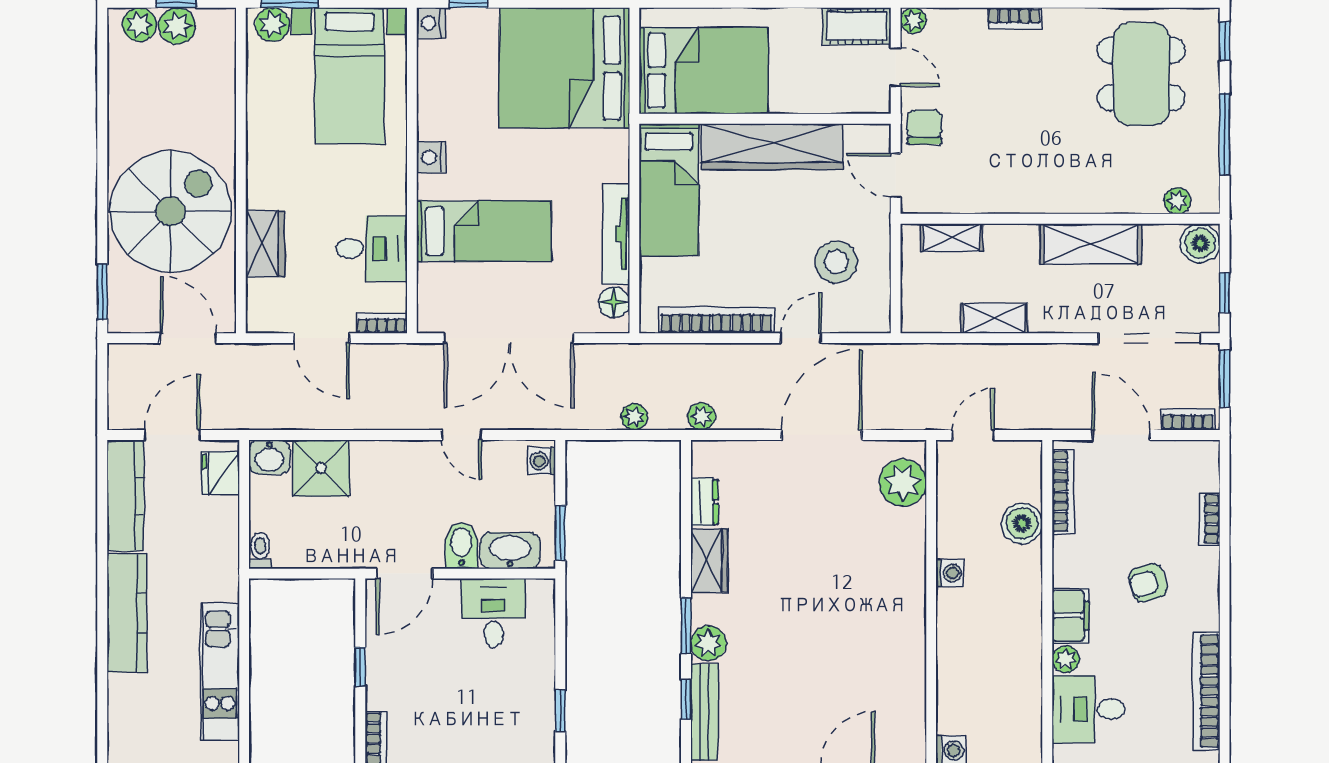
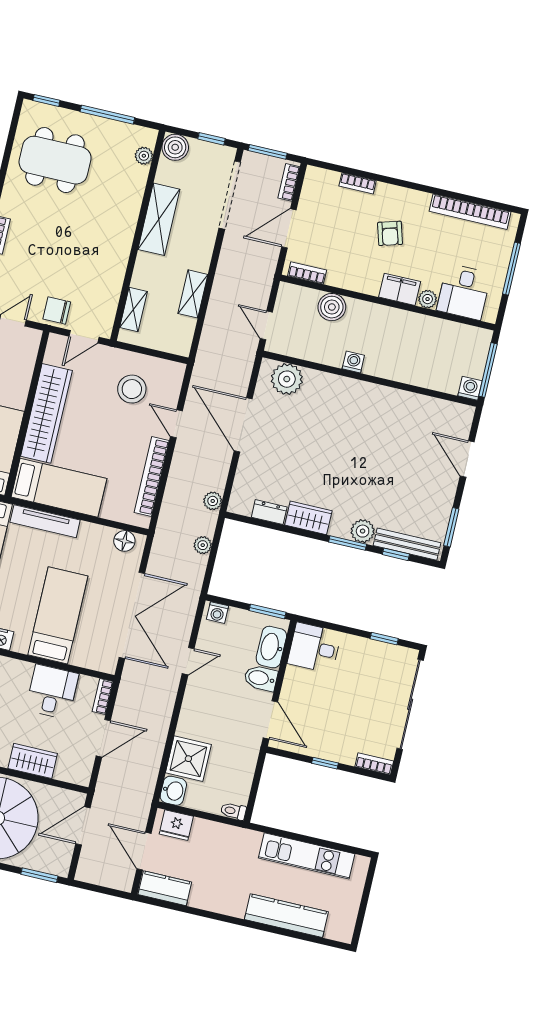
tv unit: (616, 234) -> (45, 521), moved
bookcase: (1063, 492) -> (307, 273), width x0.64
kitchen counter: (125, 496) -> (165, 888), width x0.67
kitchen counter: (127, 613) -> (286, 916), moved
desk: (494, 613) -> (314, 648), moved

